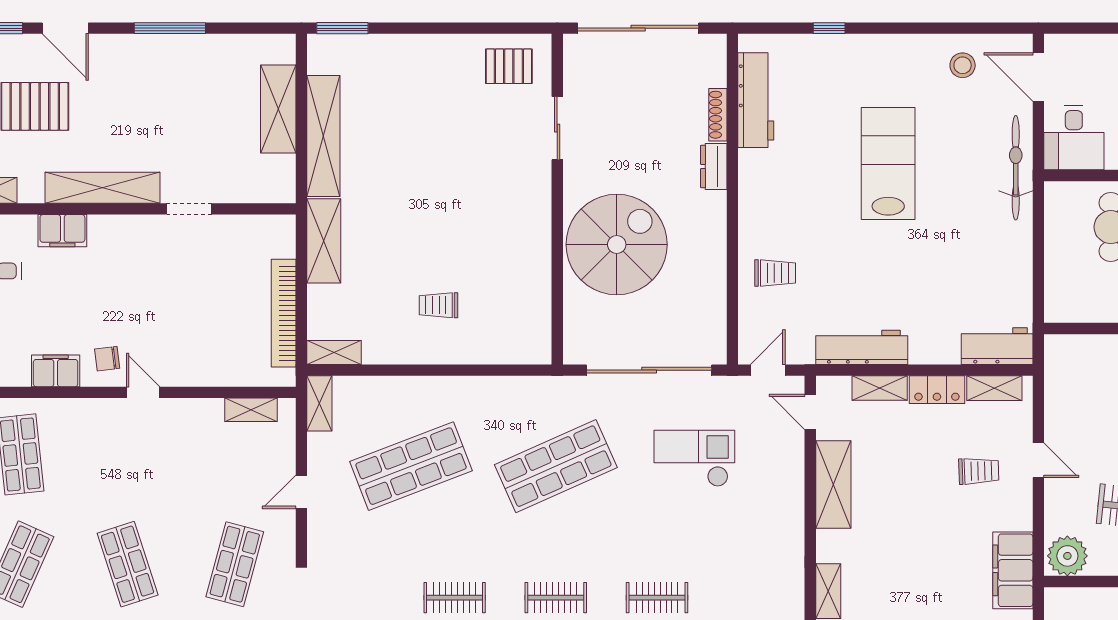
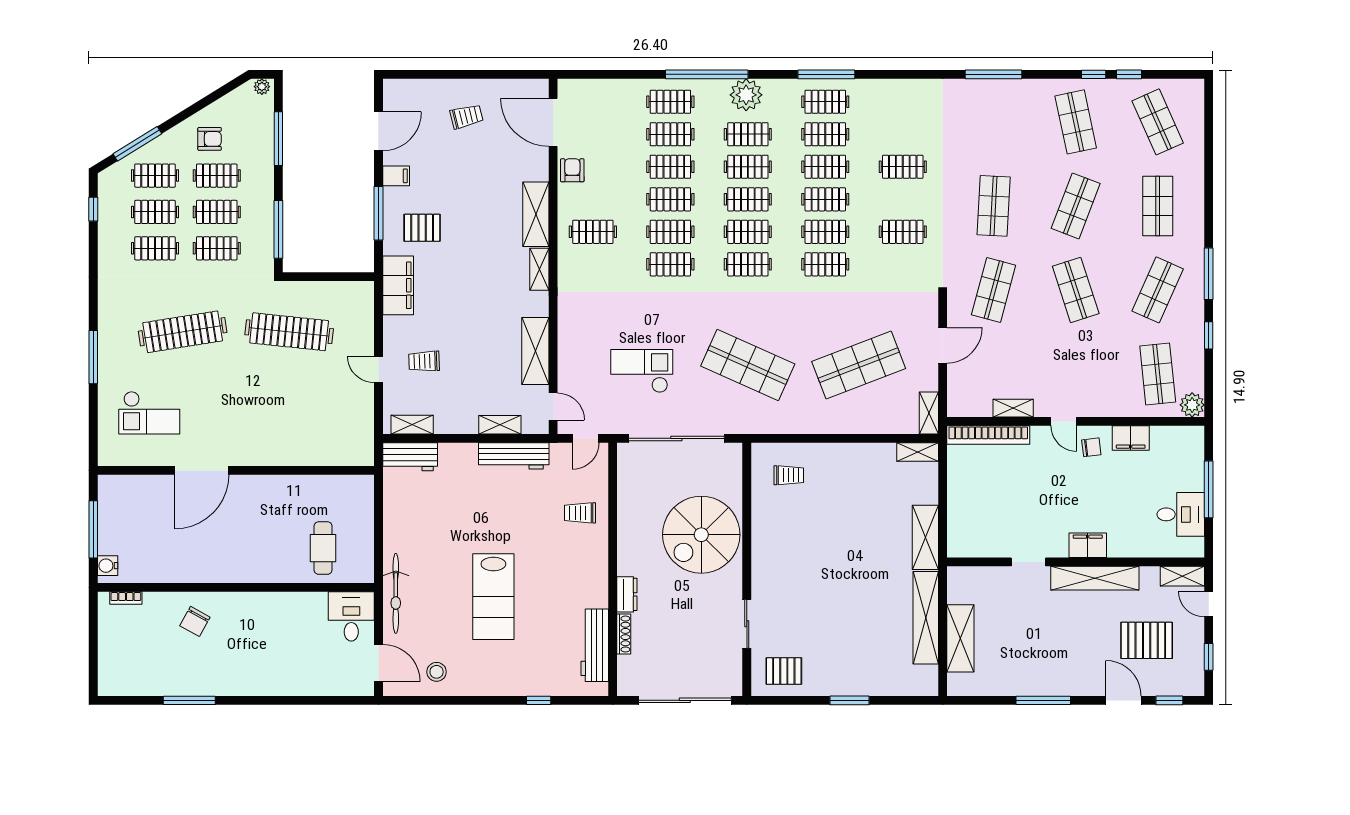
window: (342, 28) -> (849, 700), moved
filing cabinet: (62, 231) -> (1088, 545), moved
trolley: (438, 305) -> (789, 475), moved
bookcase: (284, 313) -> (988, 435), moved, turned 90
locker: (937, 390) -> (456, 424), removed
shelving: (251, 410) -> (1013, 408), moved
checkout: (694, 458) -> (642, 371), turned 180
shop shelf: (556, 466) -> (748, 365), turned 48
door: (301, 492) -> (943, 345), width x1.38
plant: (1067, 556) -> (356, 296), removed

